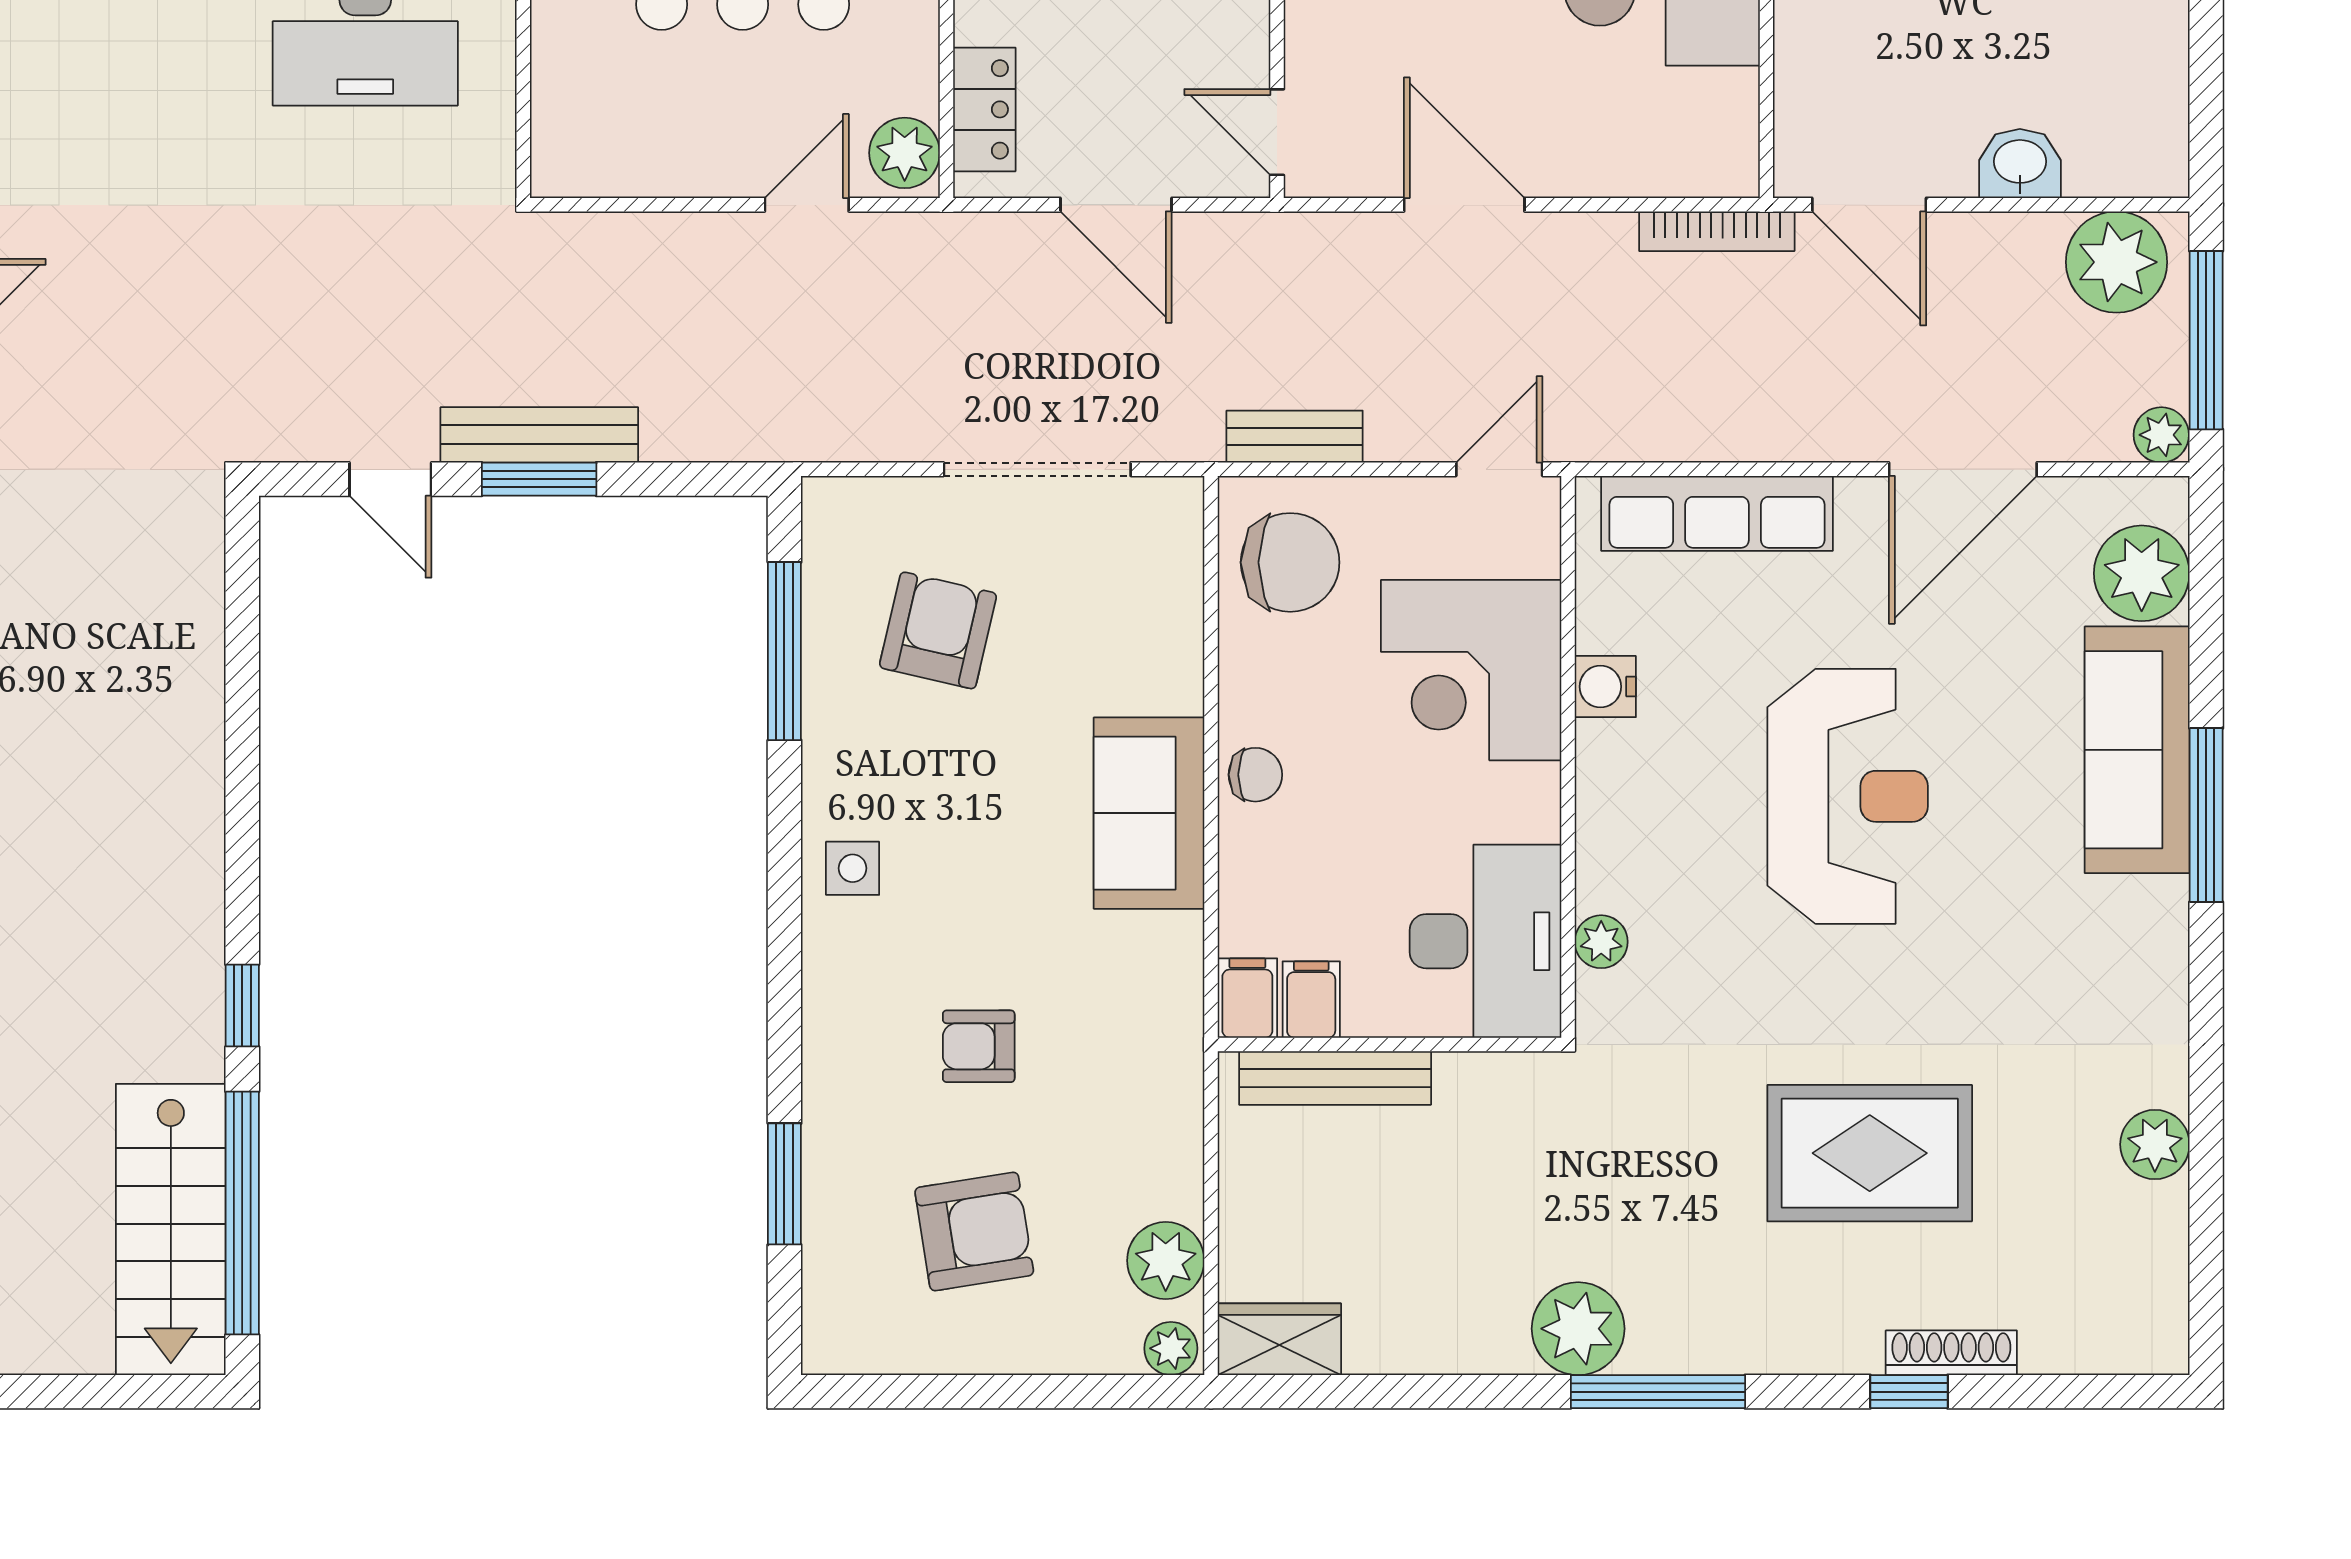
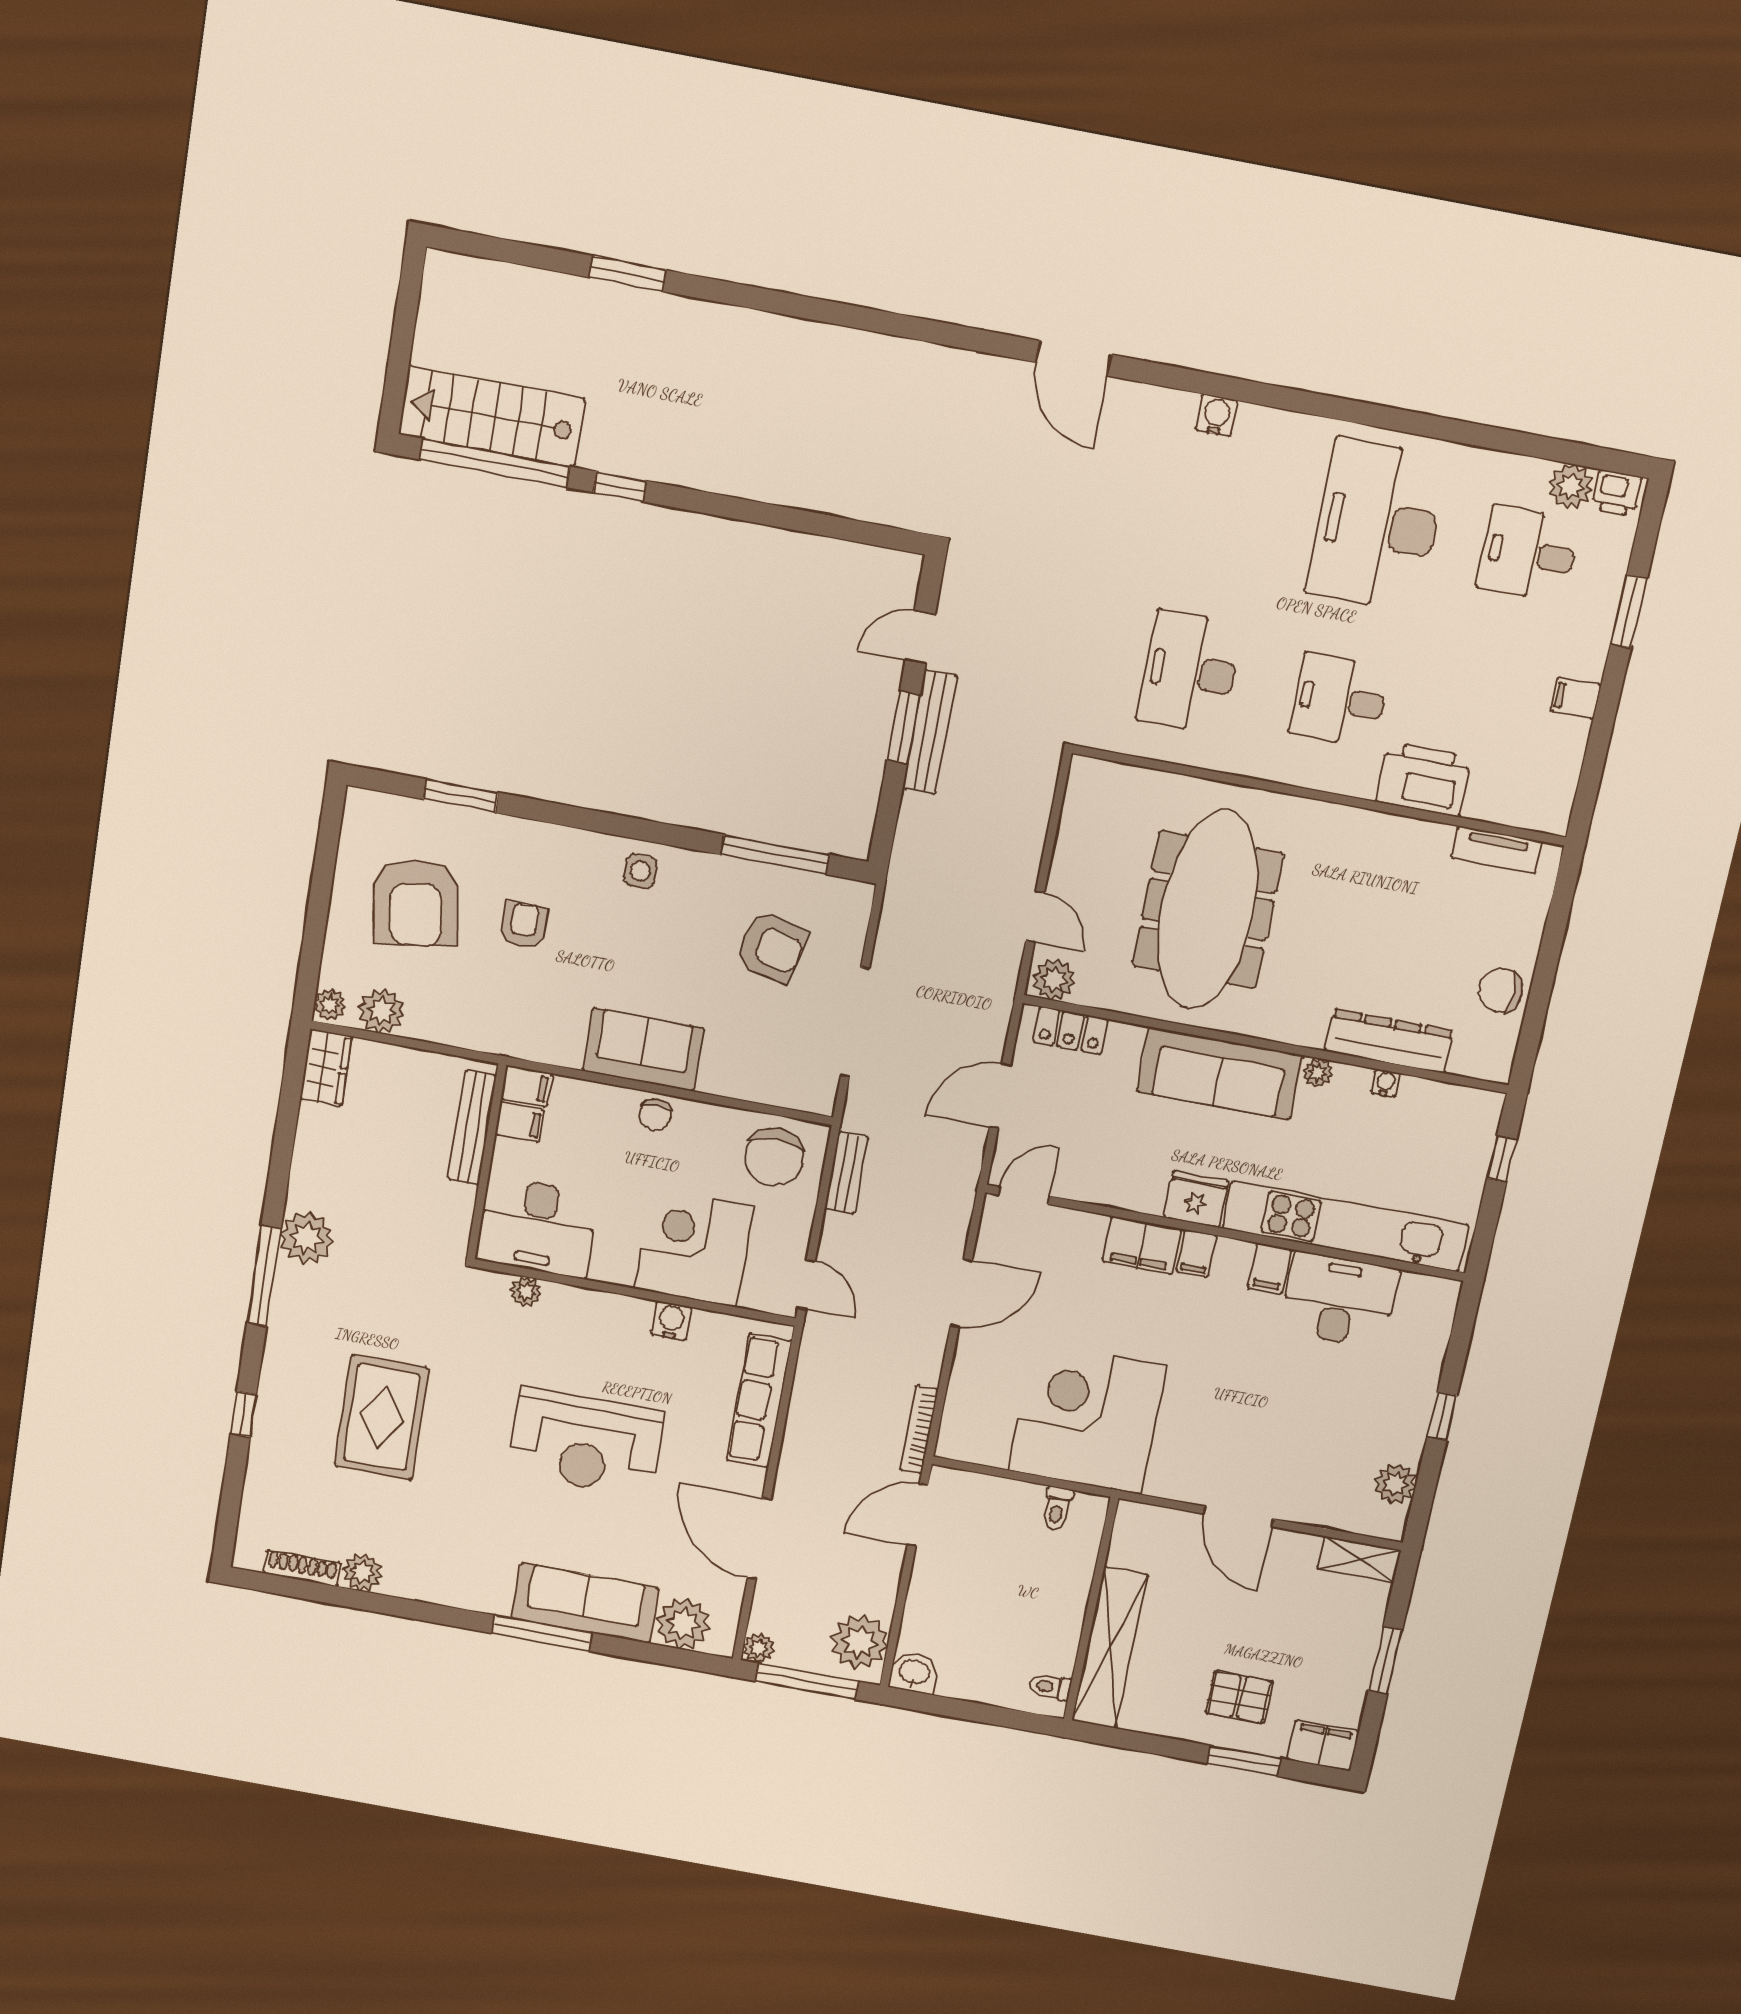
washbasin: (2020, 164) -> (914, 1673), moved, turned -90
armchair: (974, 1231) -> (416, 903), width x1.36, depth x1.36
shoe rack: (1951, 1353) -> (302, 1568), moved, turned -90

